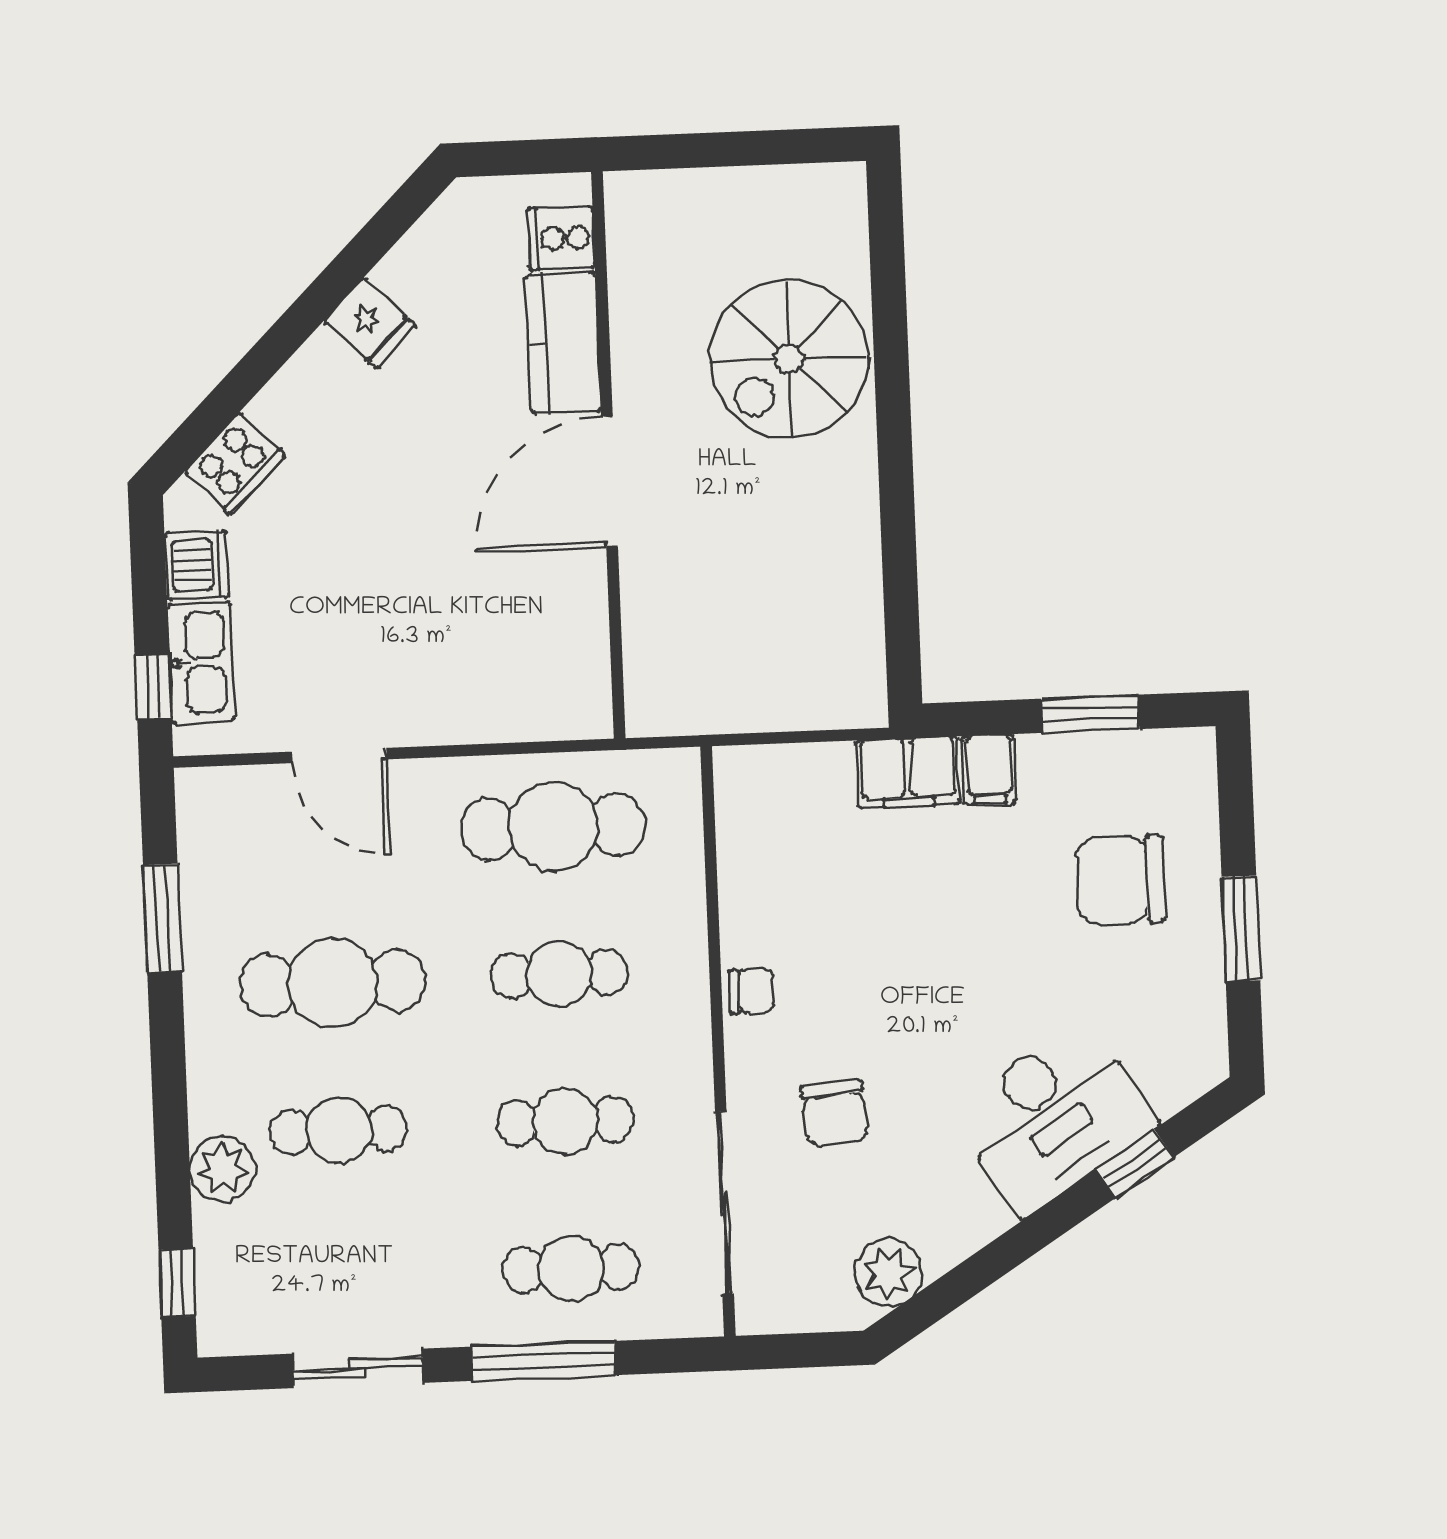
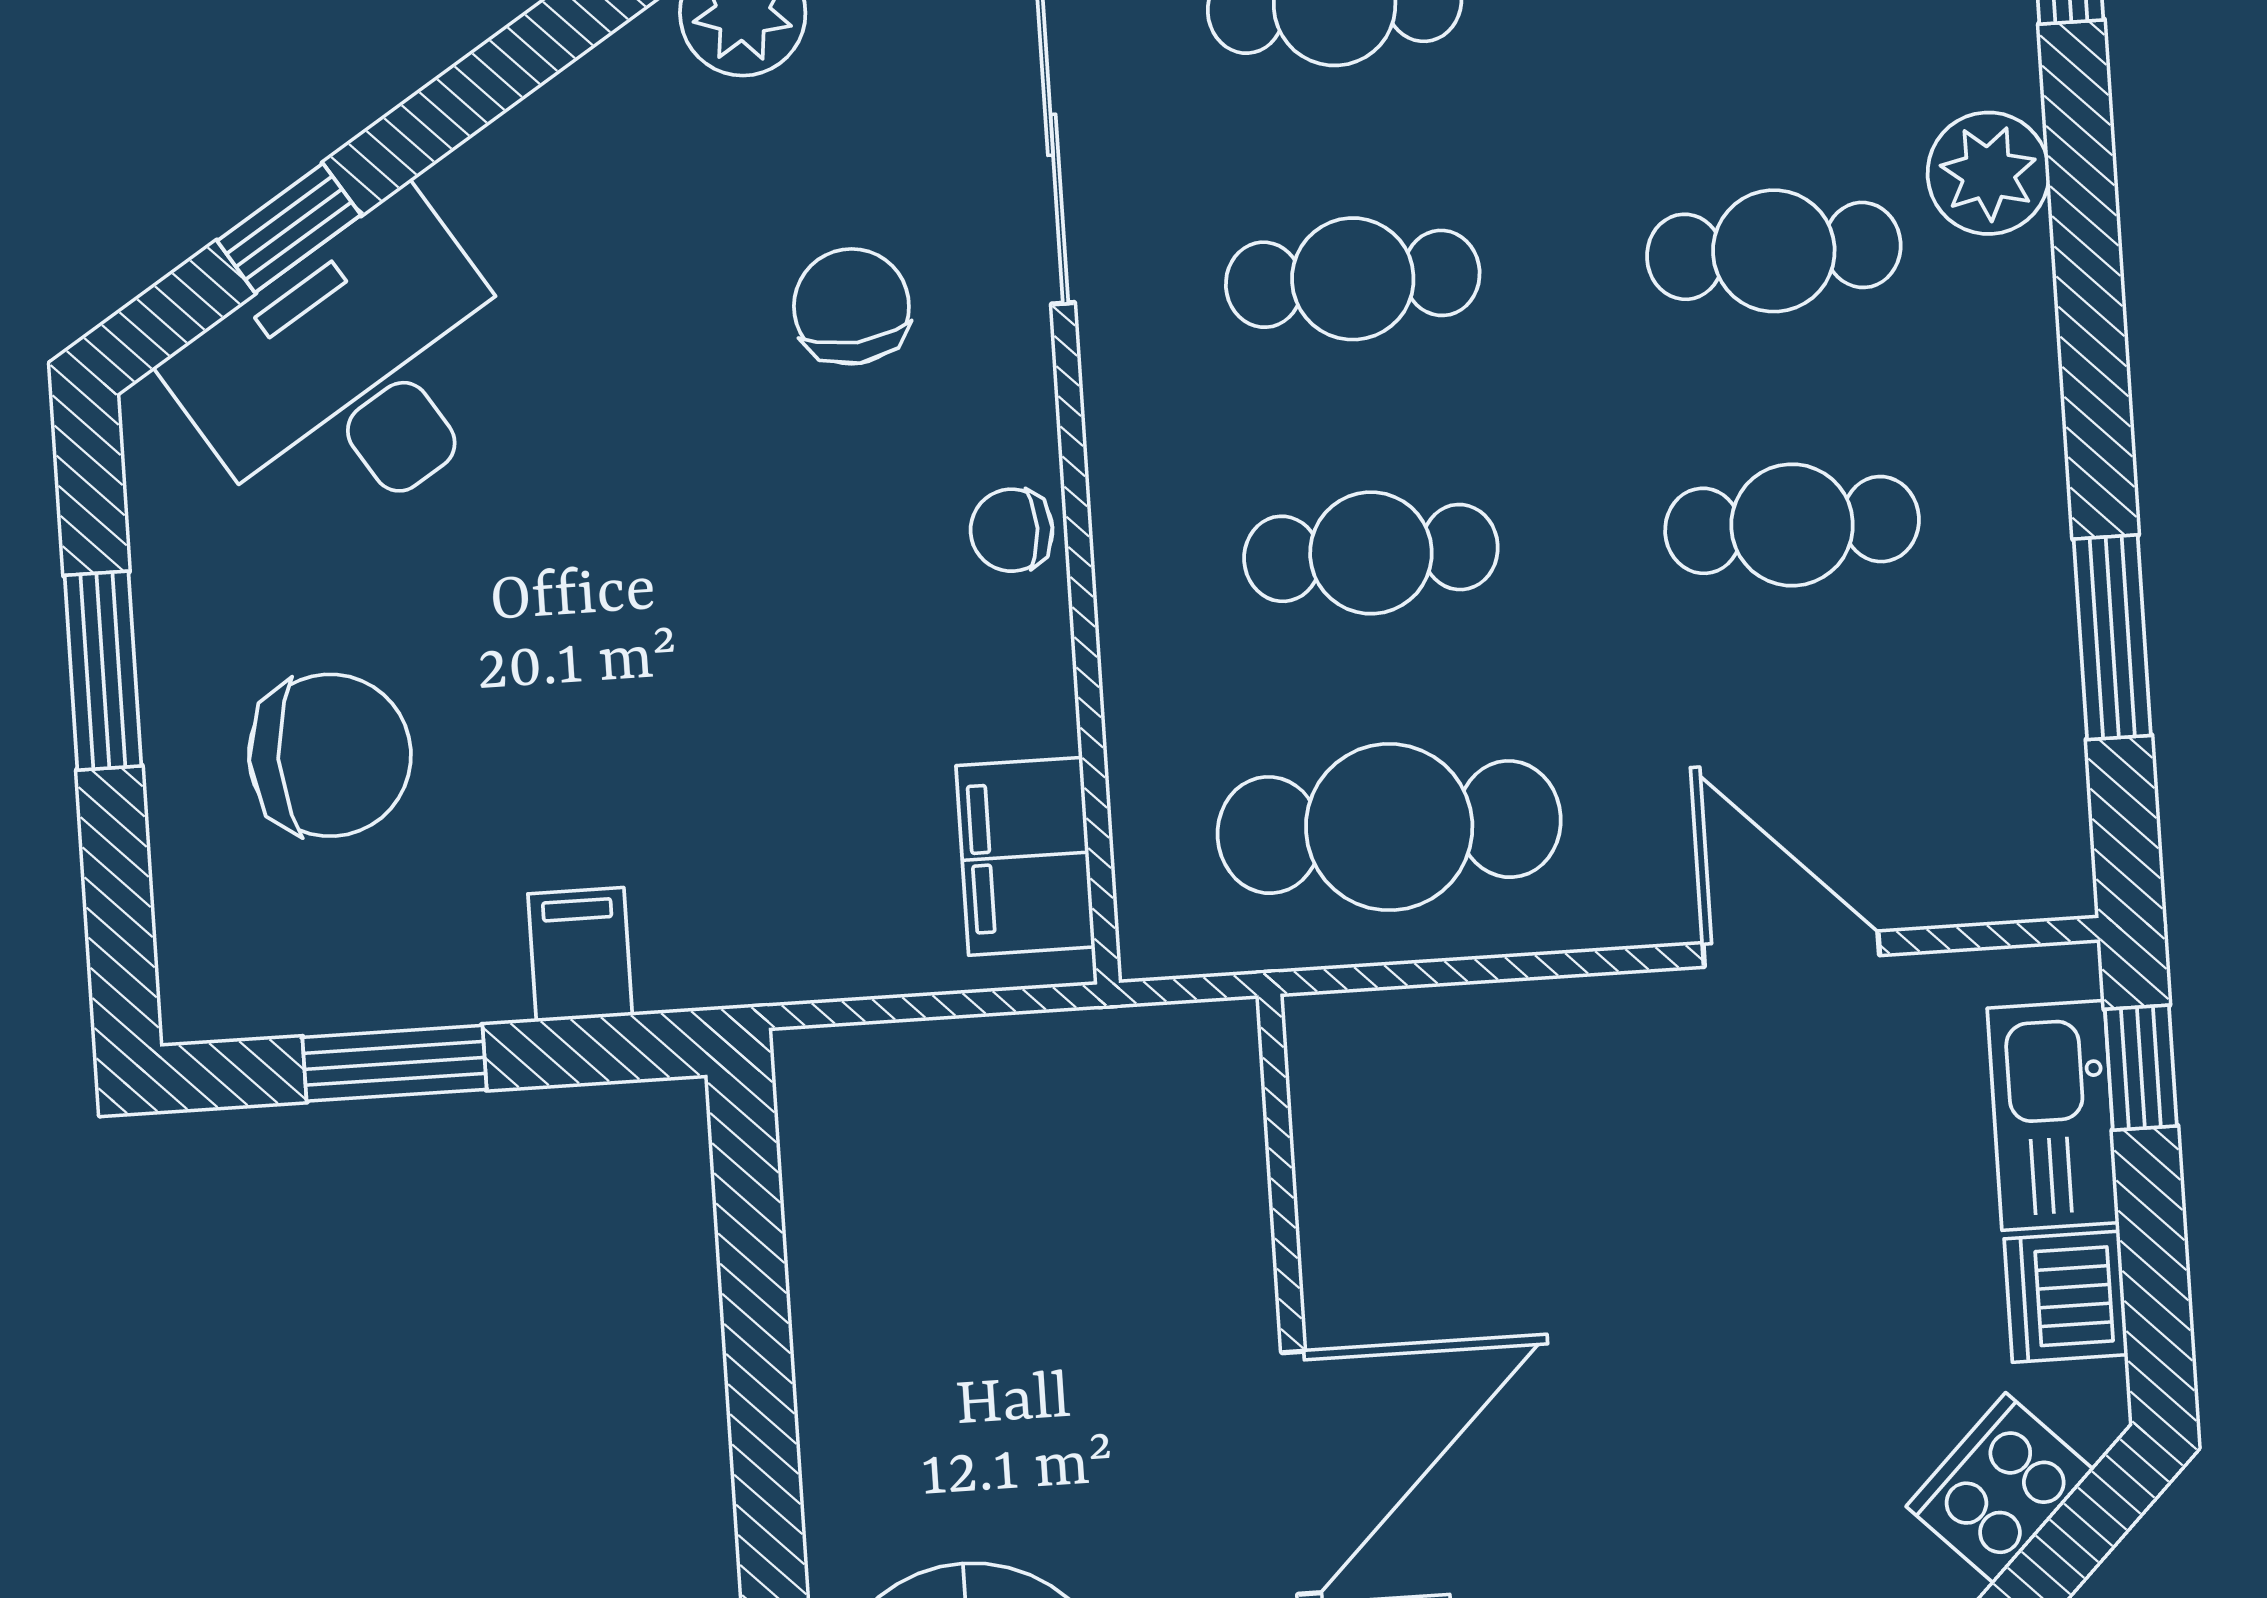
filing cabinet: (908, 772) -> (1025, 856), moved, turned -90
cafe table: (333, 983) -> (1792, 525), width x0.73, depth x0.74
desk: (1053, 1117) -> (355, 374), moved

